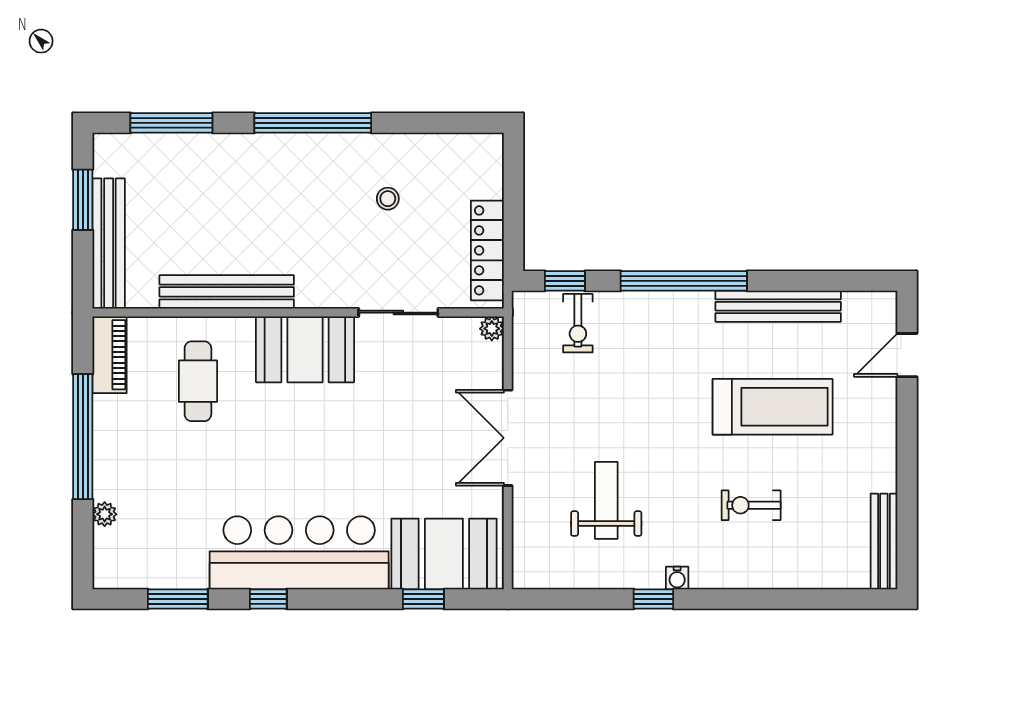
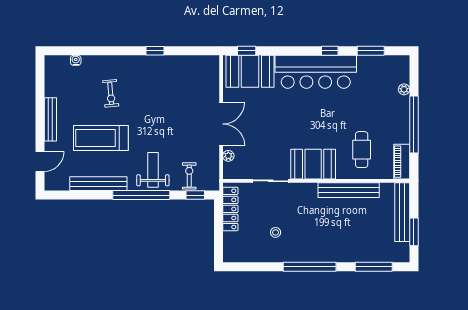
plant: (492, 329) -> (228, 156), moved
weight bench: (606, 500) -> (153, 170), moved, turned 180
exercise bike: (751, 505) -> (111, 93), turned 85
bench: (884, 541) -> (50, 119), moved
water cooler: (677, 578) -> (76, 60), moved
window: (423, 599) -> (247, 51), moved

